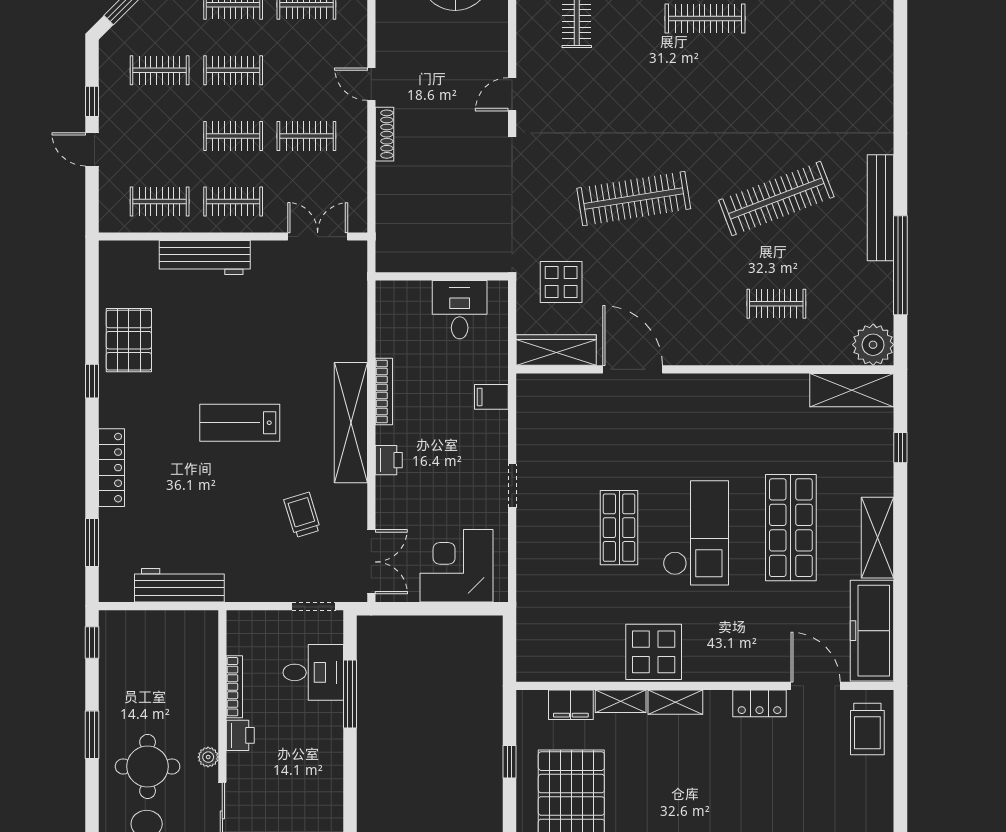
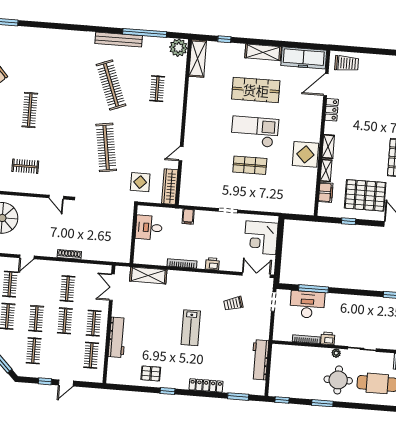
door: (371, 84) -> (27, 257), moved
pallet: (129, 340) -> (151, 373), width x0.67, depth x0.71
door: (633, 369) -> (181, 154), width x0.53
shelving: (351, 423) -> (148, 275), moved, width x0.68
desk: (313, 672) -> (307, 305), width x1.37

